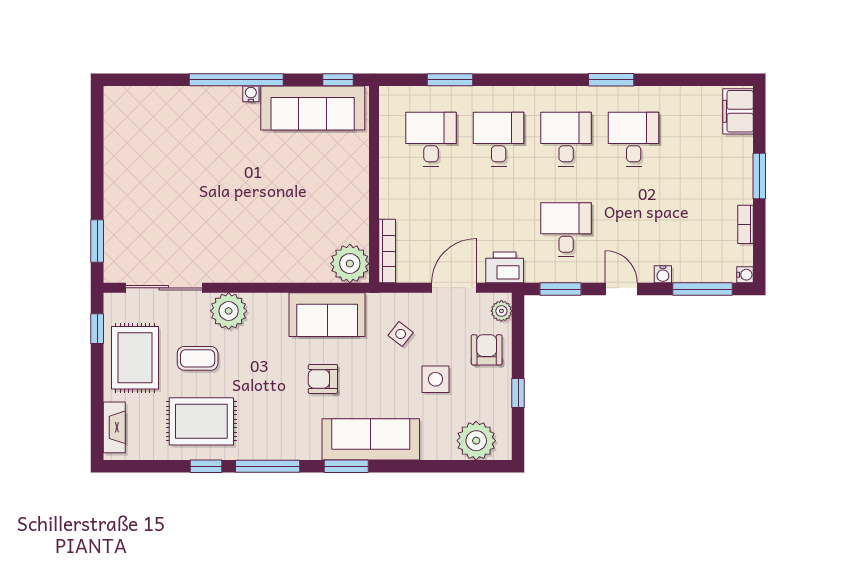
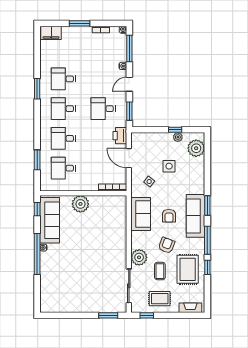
plant: (350, 264) -> (80, 204), moved
plant: (501, 311) -> (178, 137), moved
armchair: (487, 350) -> (167, 245), moved, turned 111
rug: (135, 358) -> (160, 299), width x0.73, depth x0.70
sofa: (371, 439) -> (196, 216), moved

